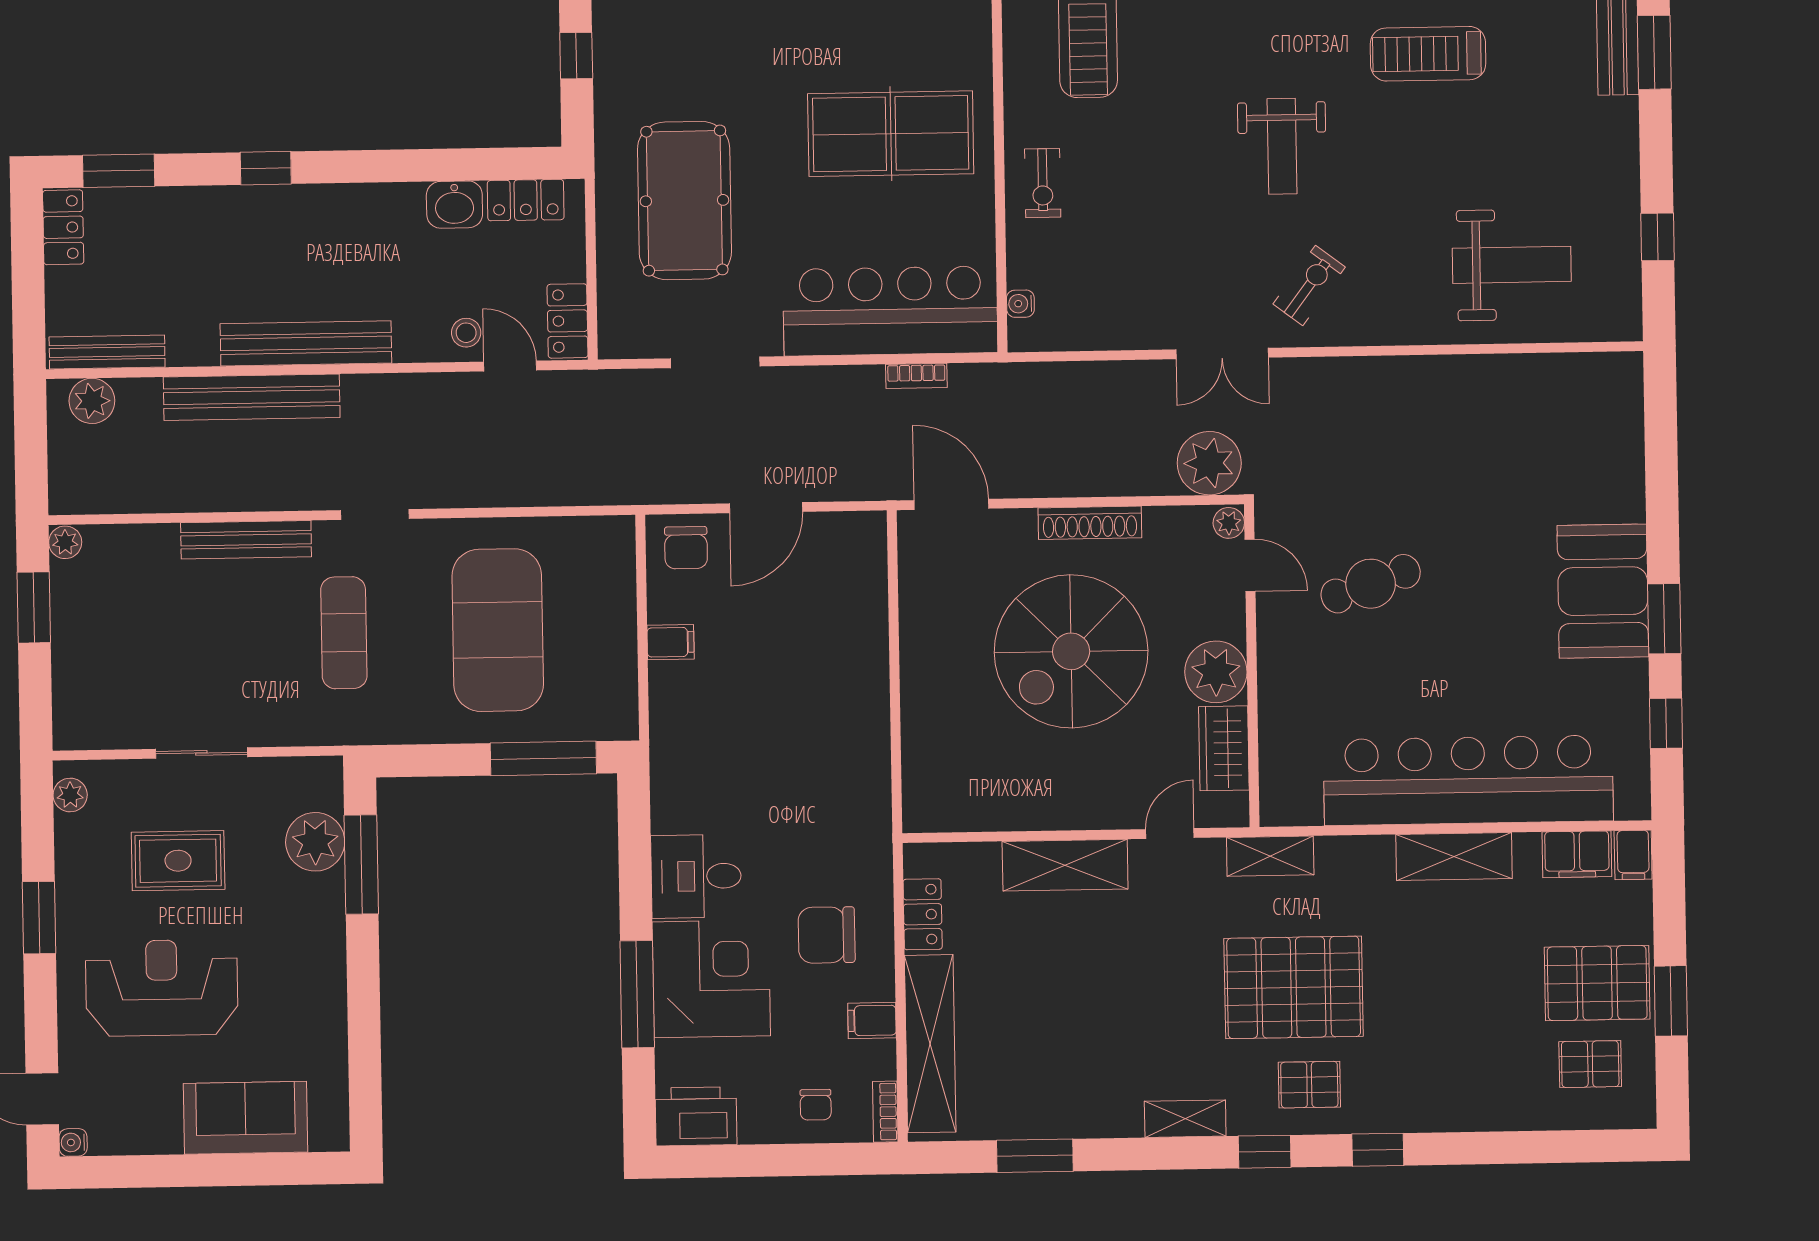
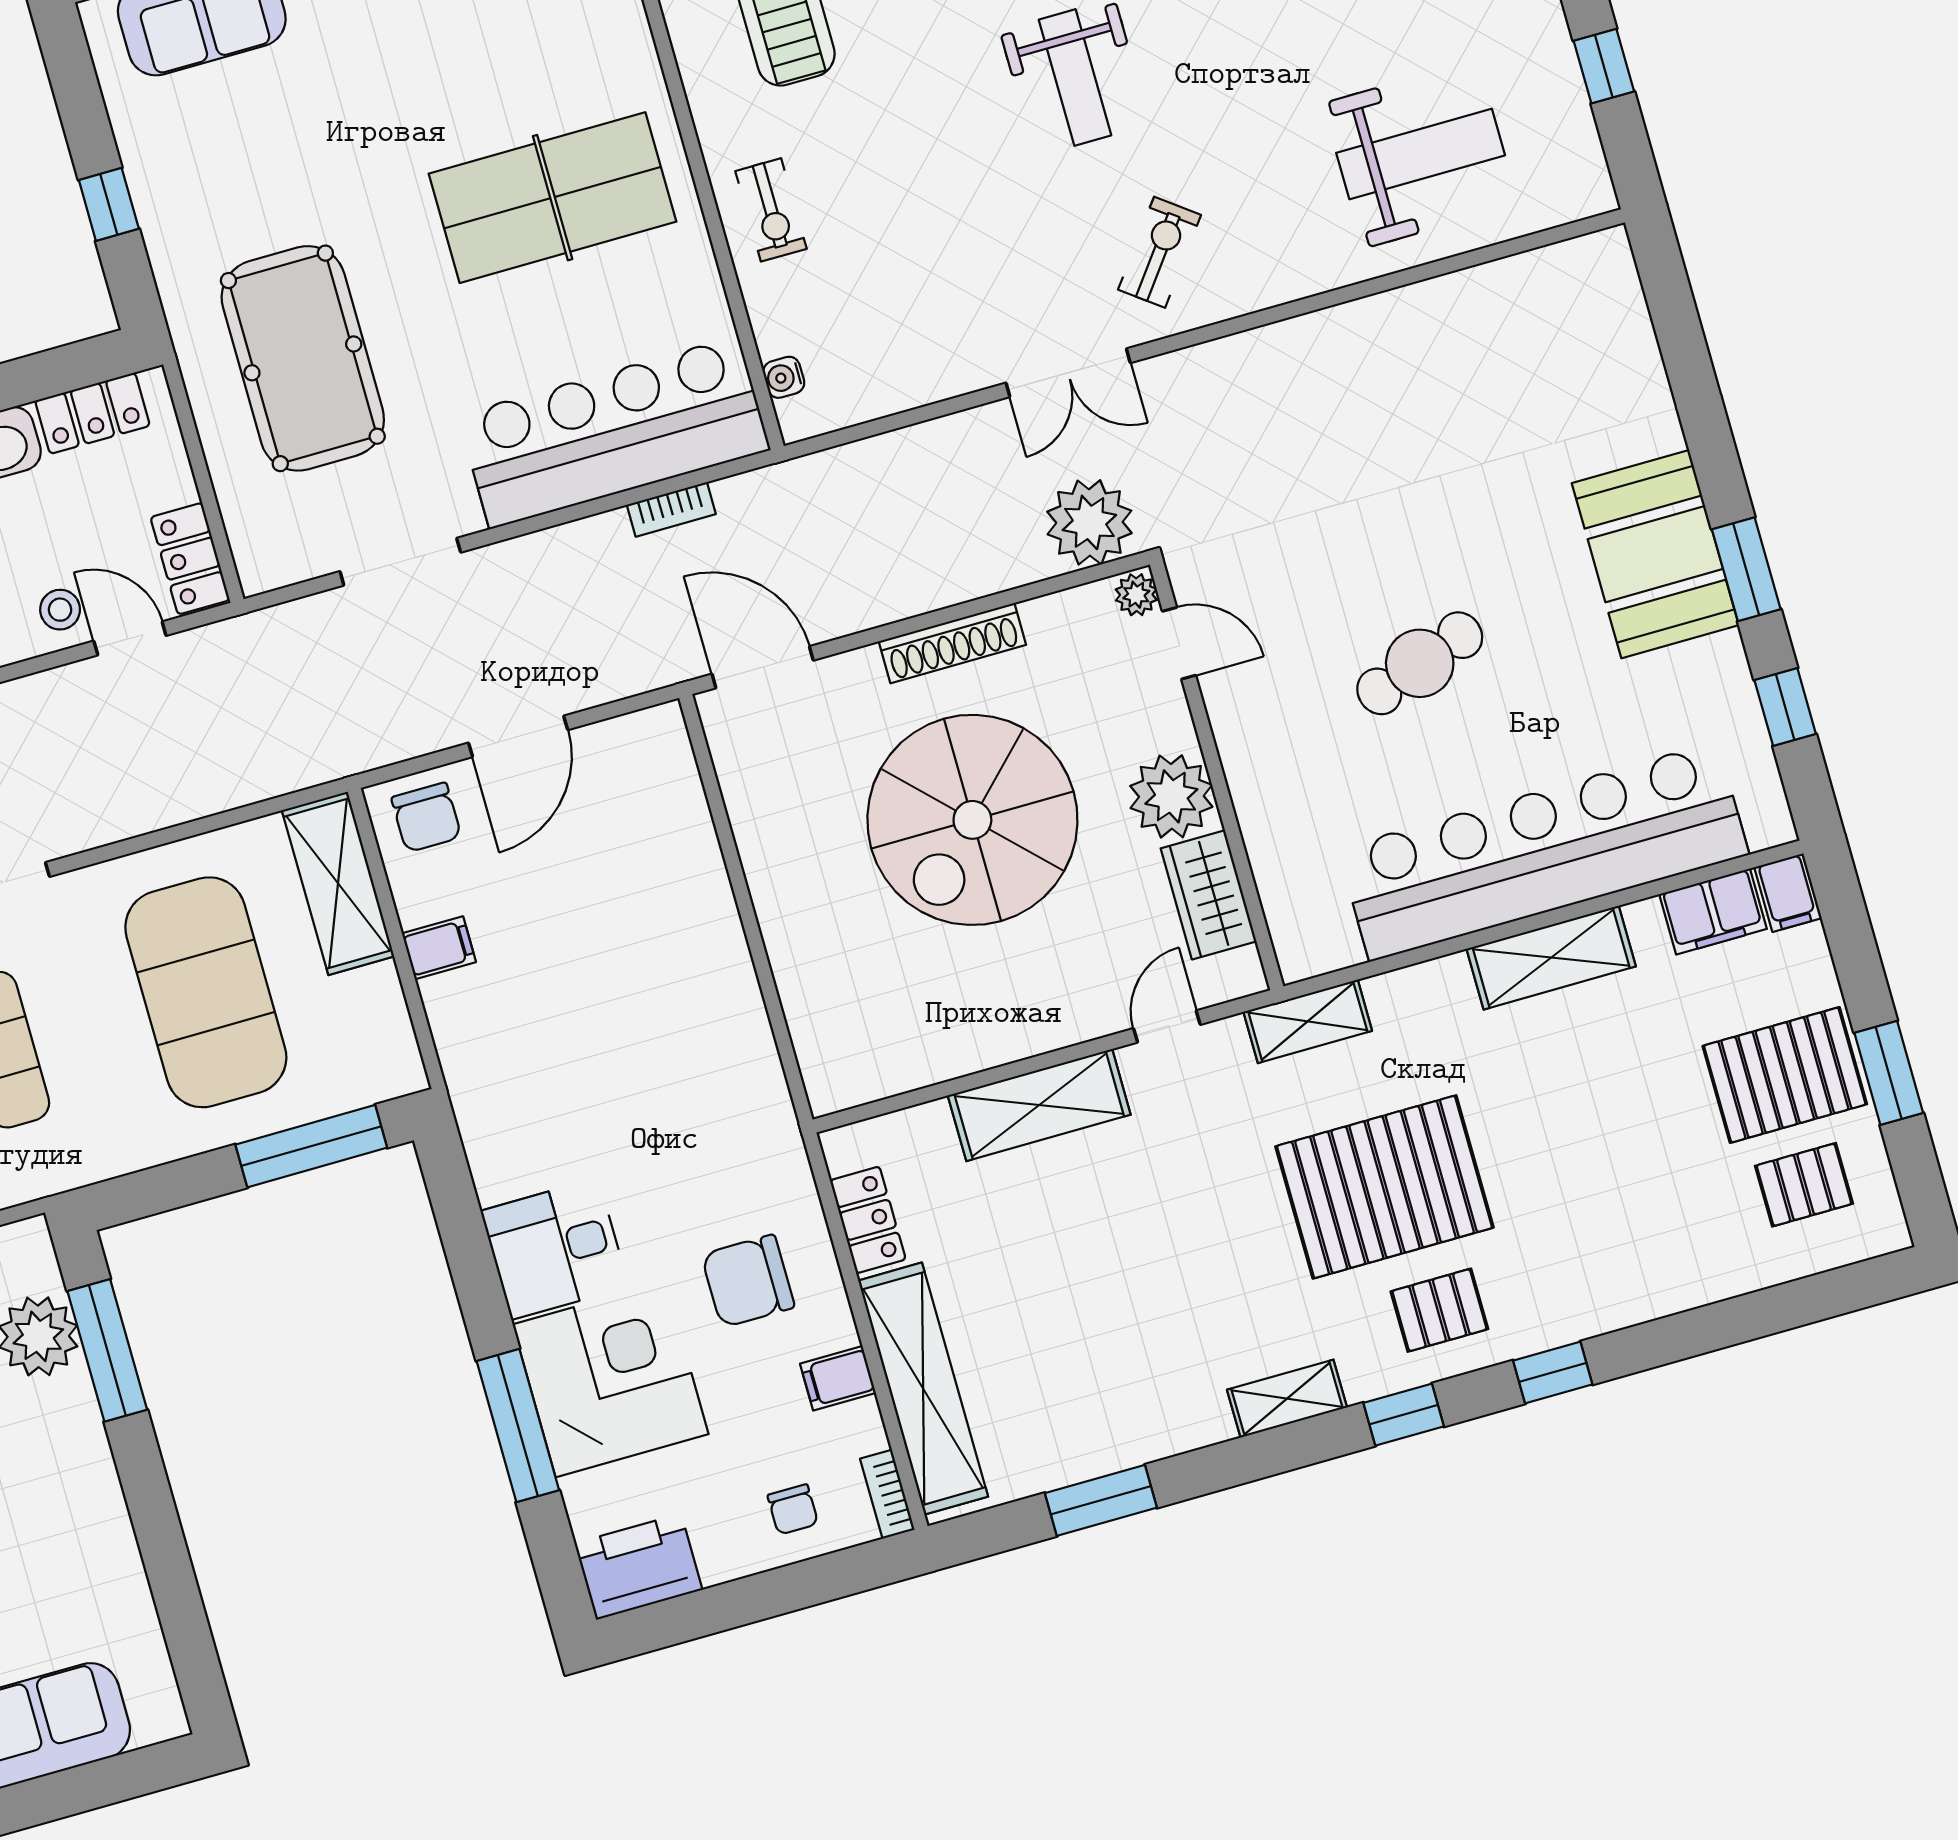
shelving: (611, 578) -> (338, 883), added
cafe table: (1371, 584) -> (1420, 663), moved

